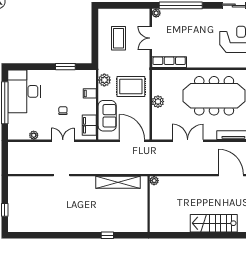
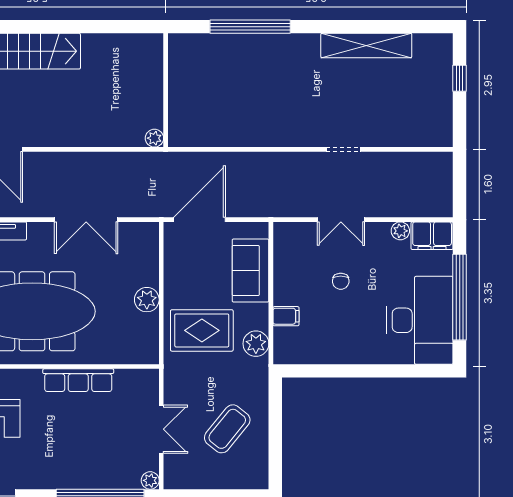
coffee table: (118, 38) -> (227, 429), turned 39
row of seats: (169, 62) -> (78, 380), moved
window: (65, 67) -> (336, 371), removed
filing cabinet: (89, 125) -> (432, 236), moved, turned 90
door: (132, 141) -> (199, 220), swing flipped
shelving: (118, 182) -> (366, 46), moved
window: (107, 235) -> (250, 27), width x3.17

